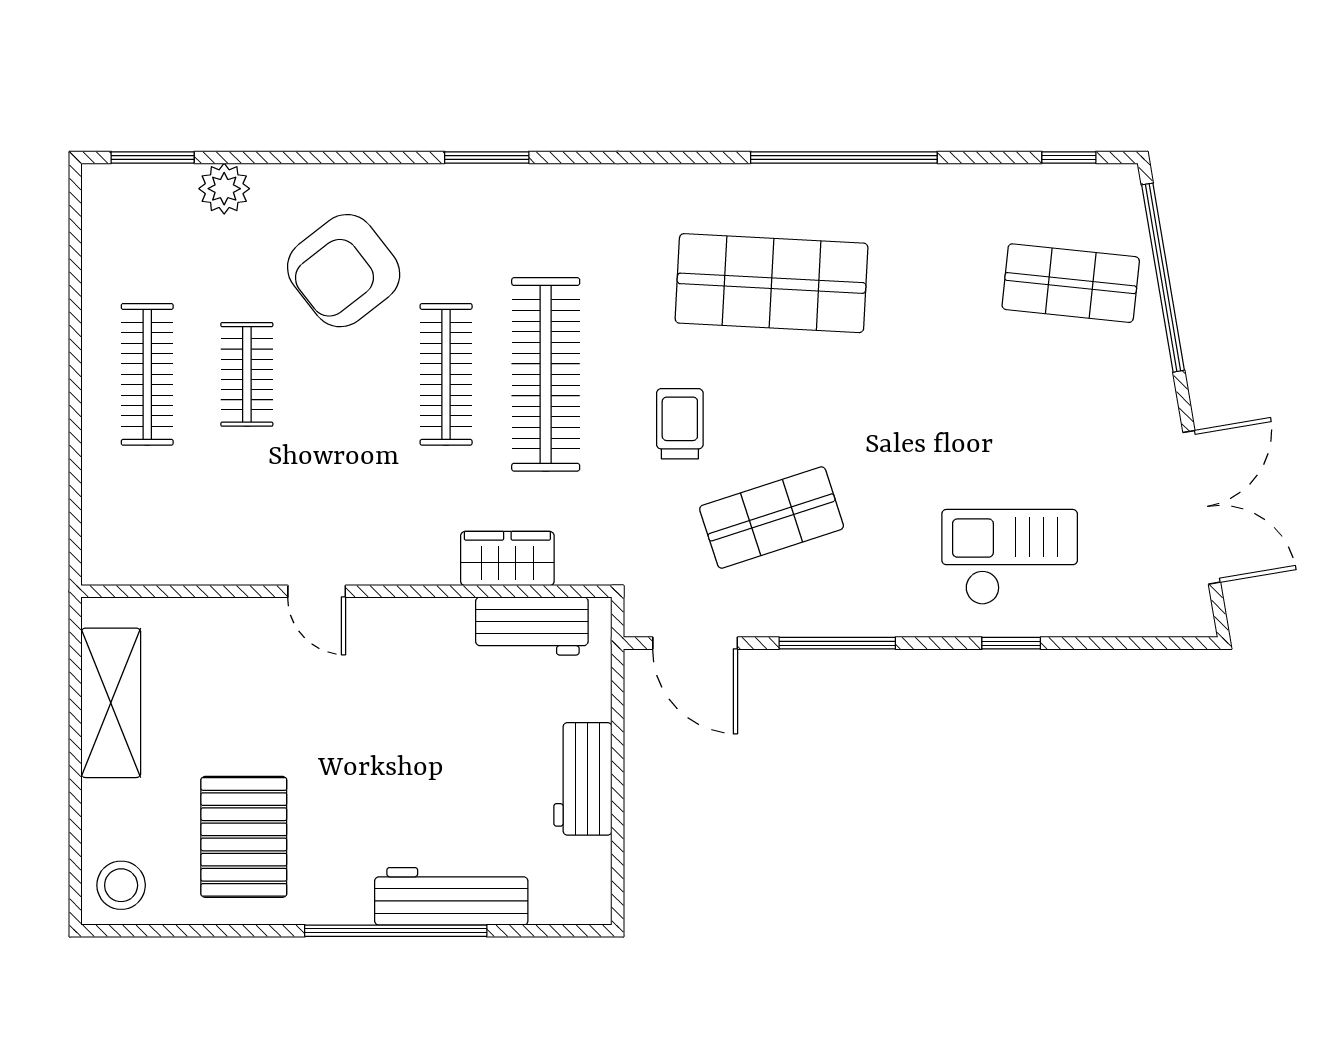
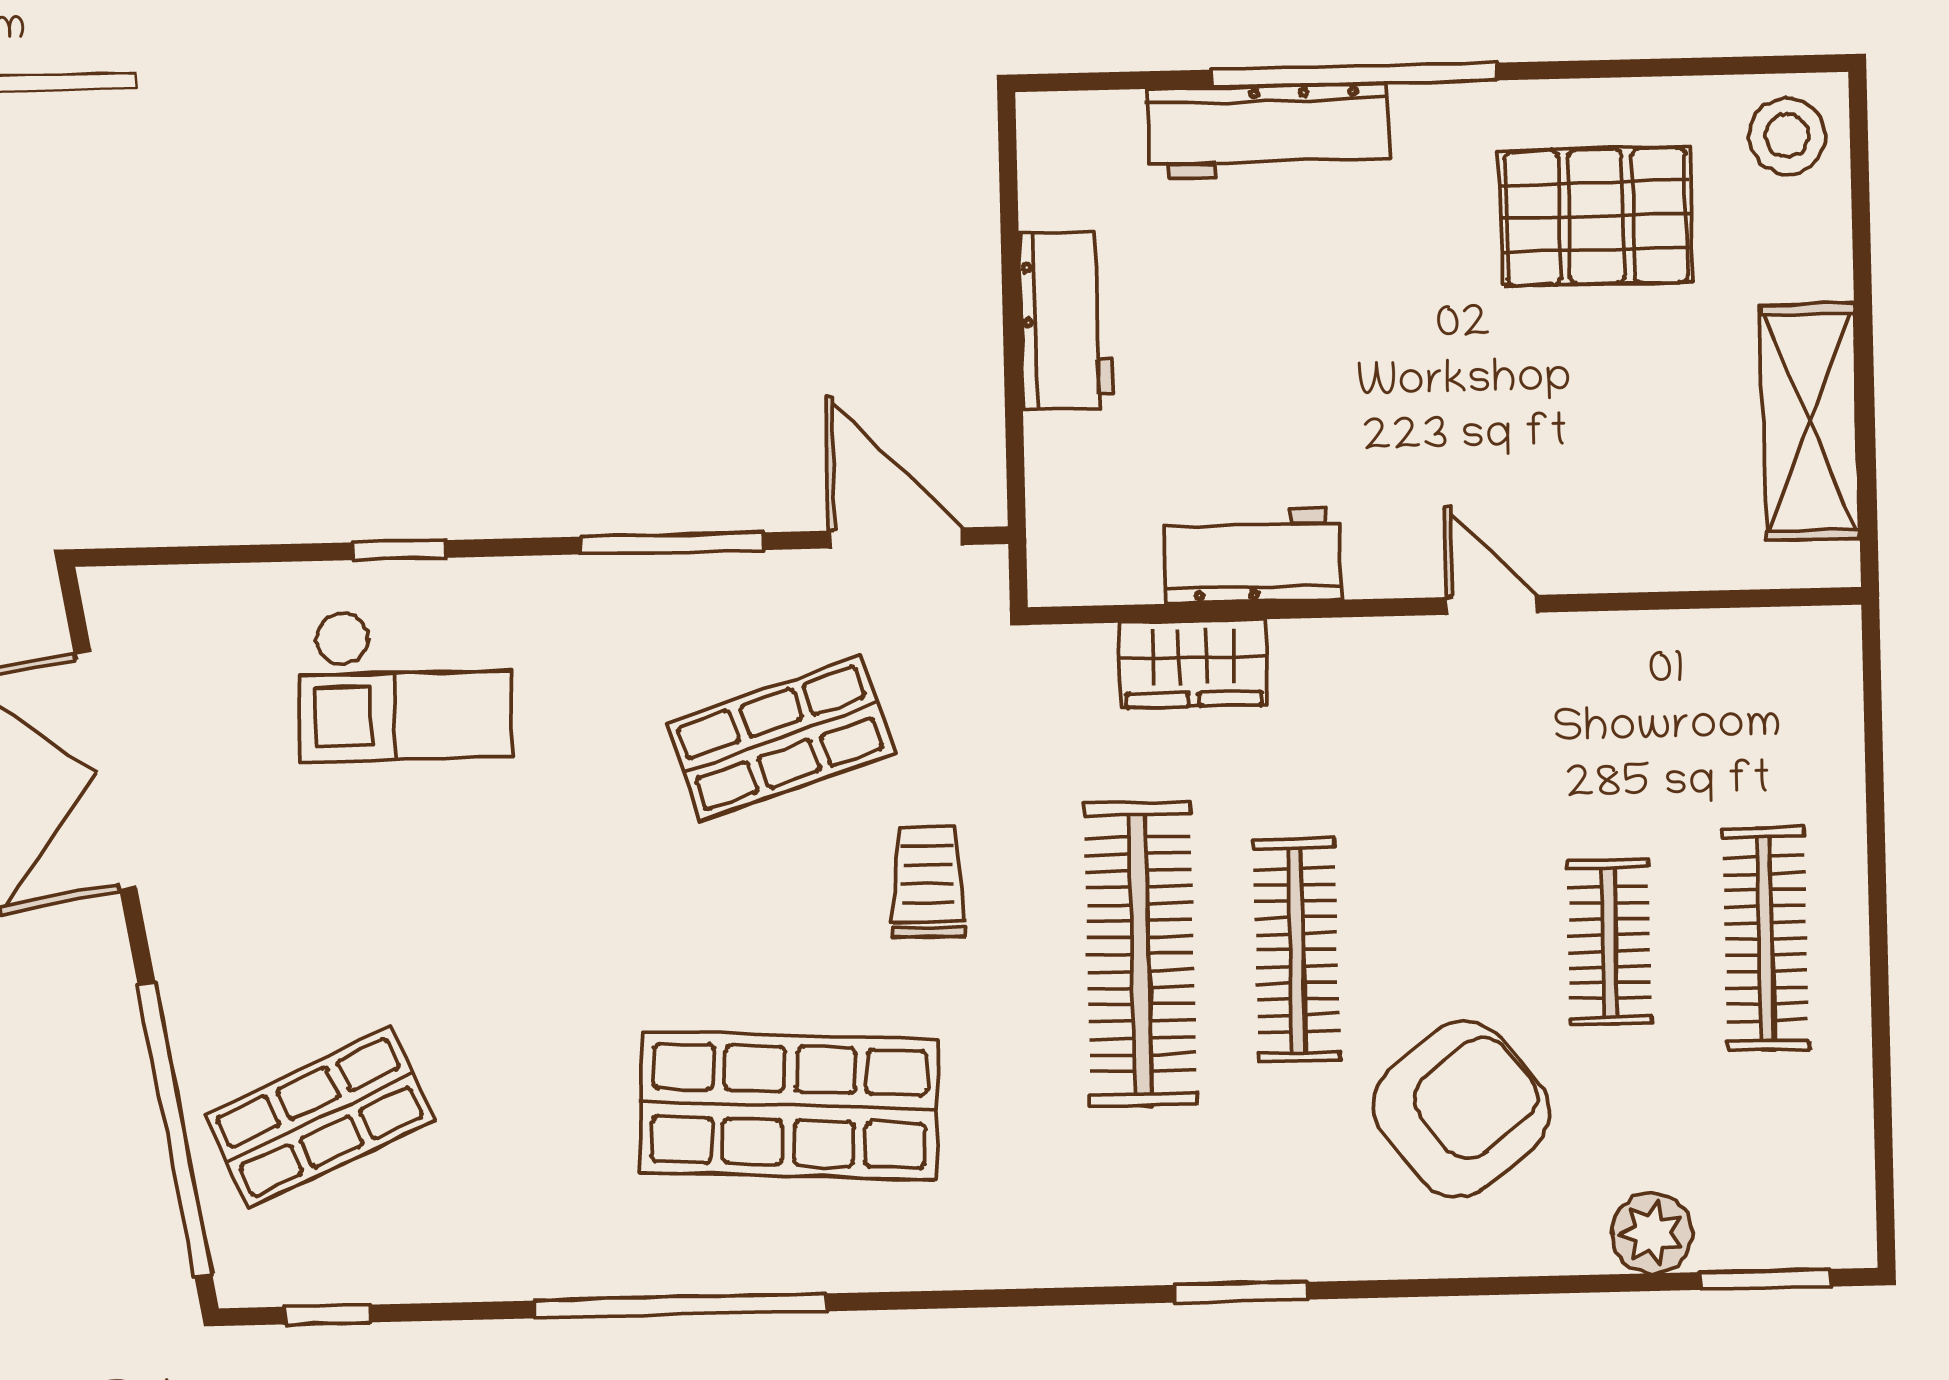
shop shelf: (1071, 283) -> (320, 1117), turned -30
trolley: (680, 424) -> (928, 882), turned 180
workbench: (532, 626) -> (1252, 556), moved
pallet: (244, 837) -> (1596, 216), turned 90

